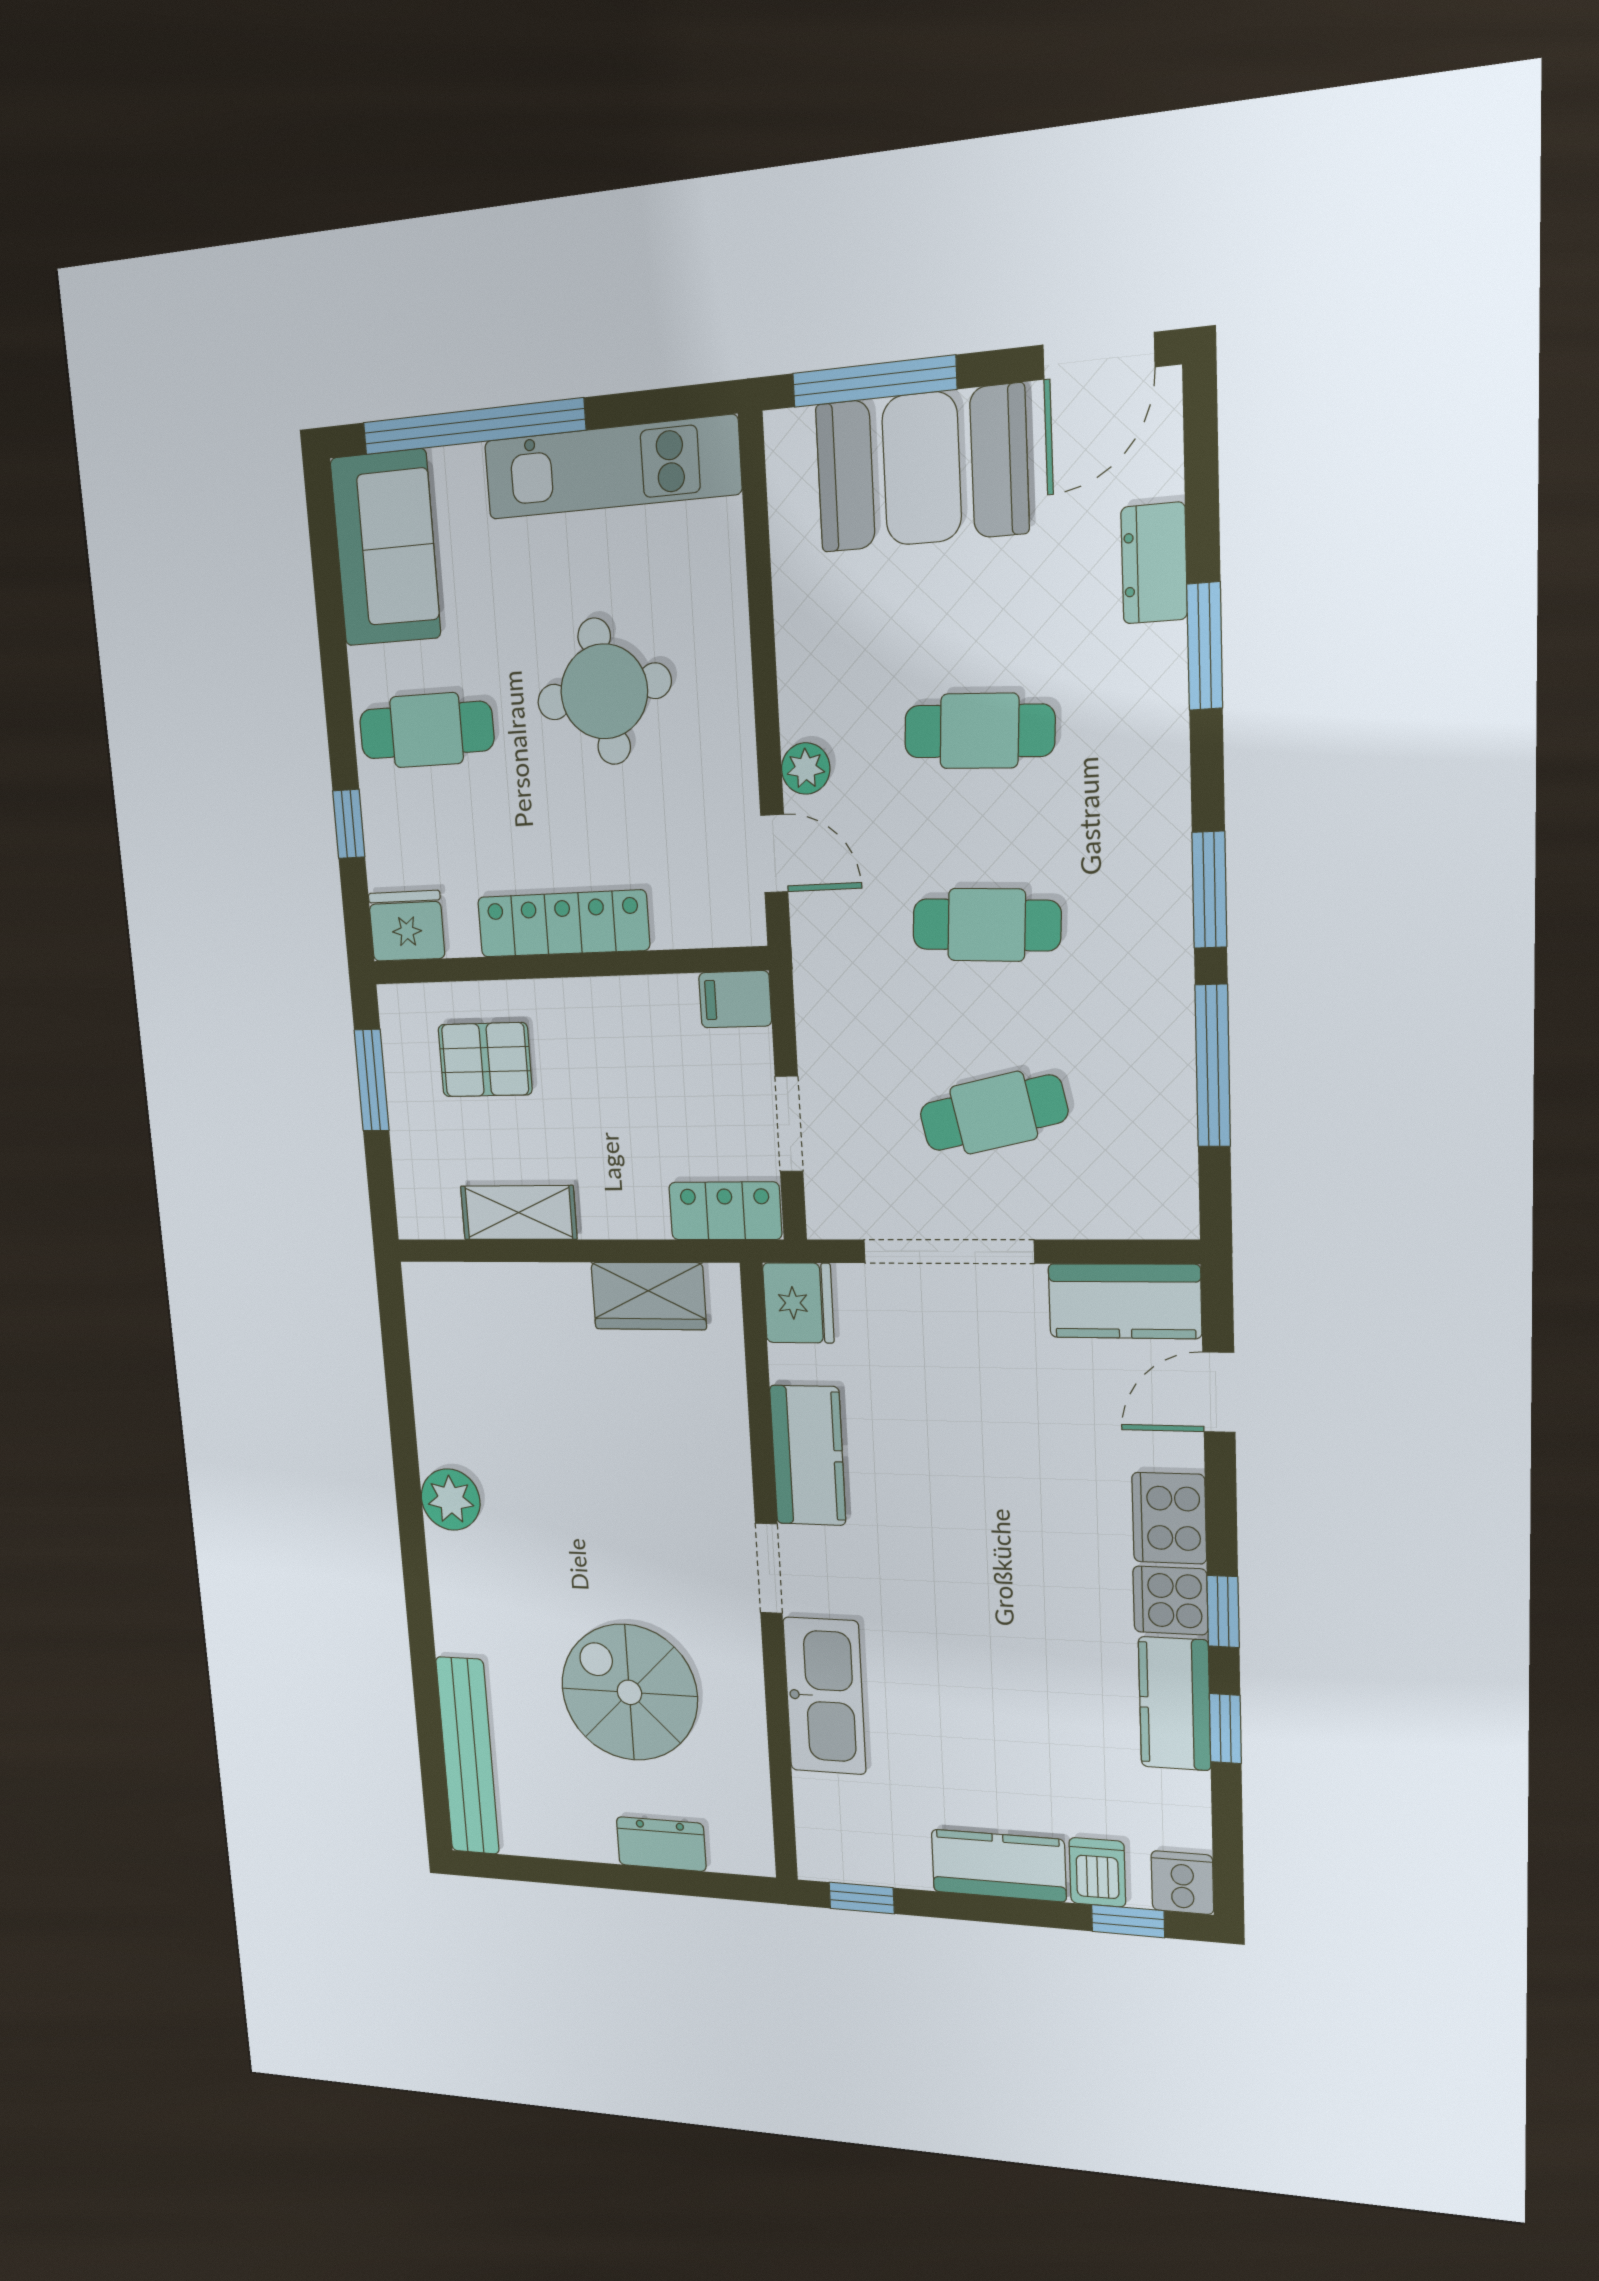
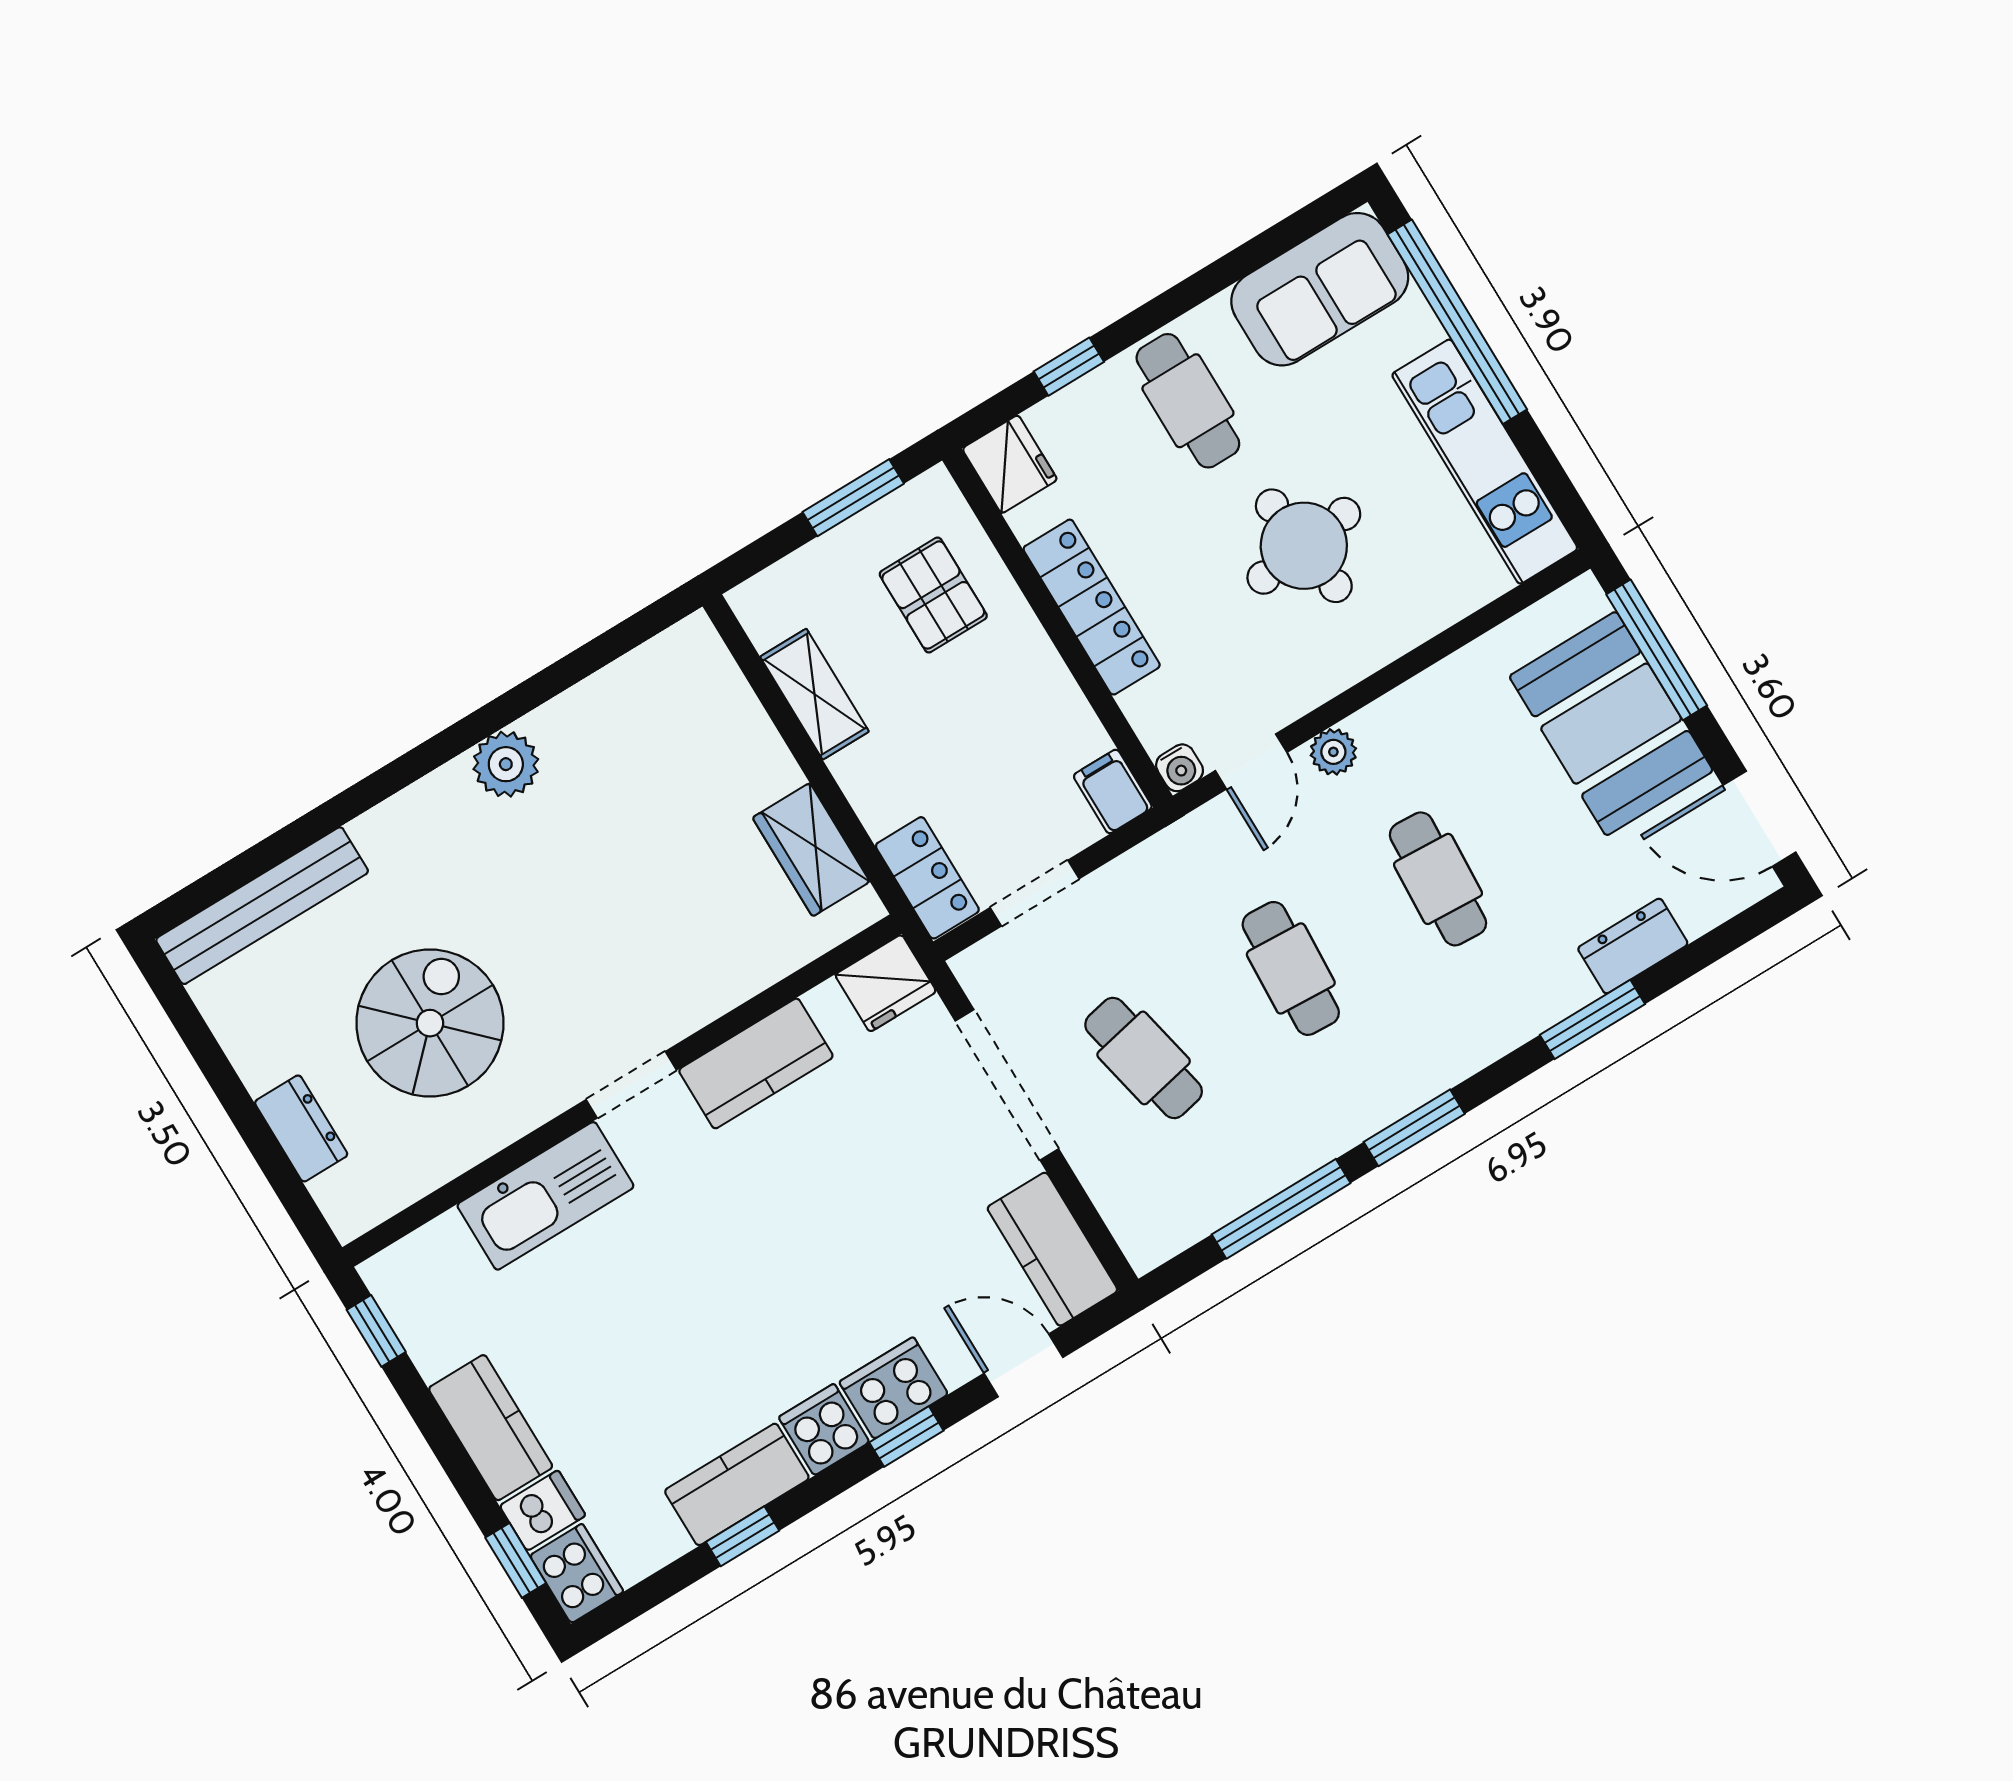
water cooler: (746, 925) -> (1180, 768), added
window: (1223, 1612) -> (906, 1437), moved
cooker: (1182, 1883) -> (577, 1573), width x1.36

